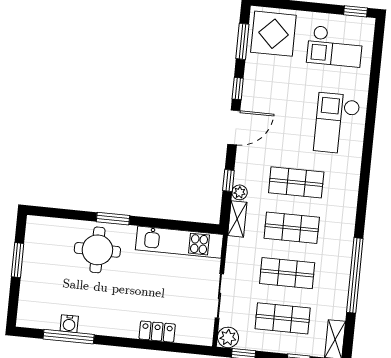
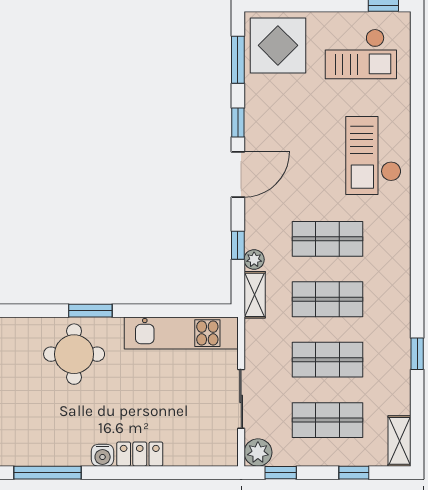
window: (355, 275) -> (417, 354), width x0.32
water cooler: (69, 324) -> (103, 455), moved
locker: (157, 332) -> (140, 454), moved

